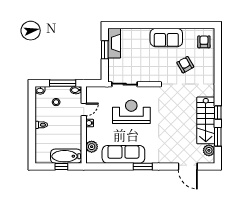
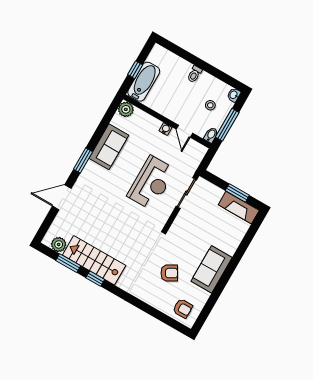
plant: (92, 147) -> (126, 109), moved
sofa: (123, 154) -> (109, 147), width x0.73
door: (188, 167) -> (62, 197), moved

